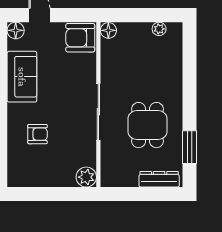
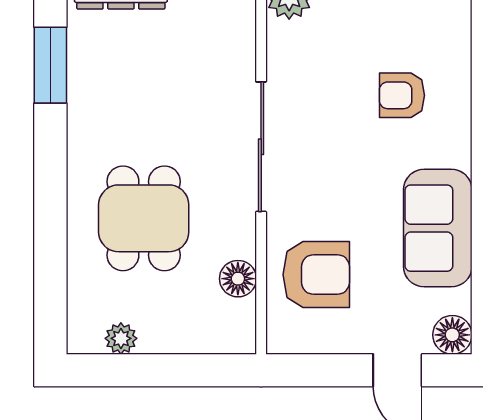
floor lamp: (108, 30) -> (238, 279), moved
armchair: (80, 38) -> (316, 275), moved
dining table: (147, 125) -> (144, 218), moved

